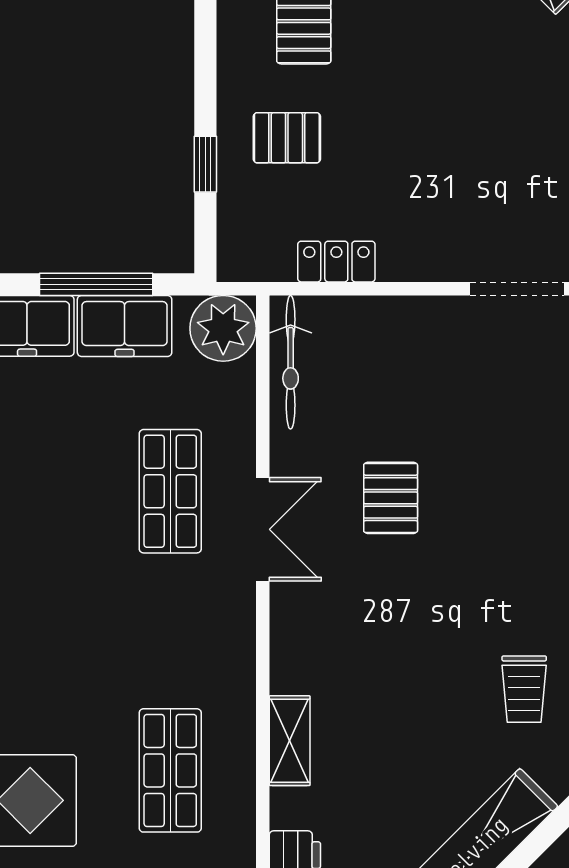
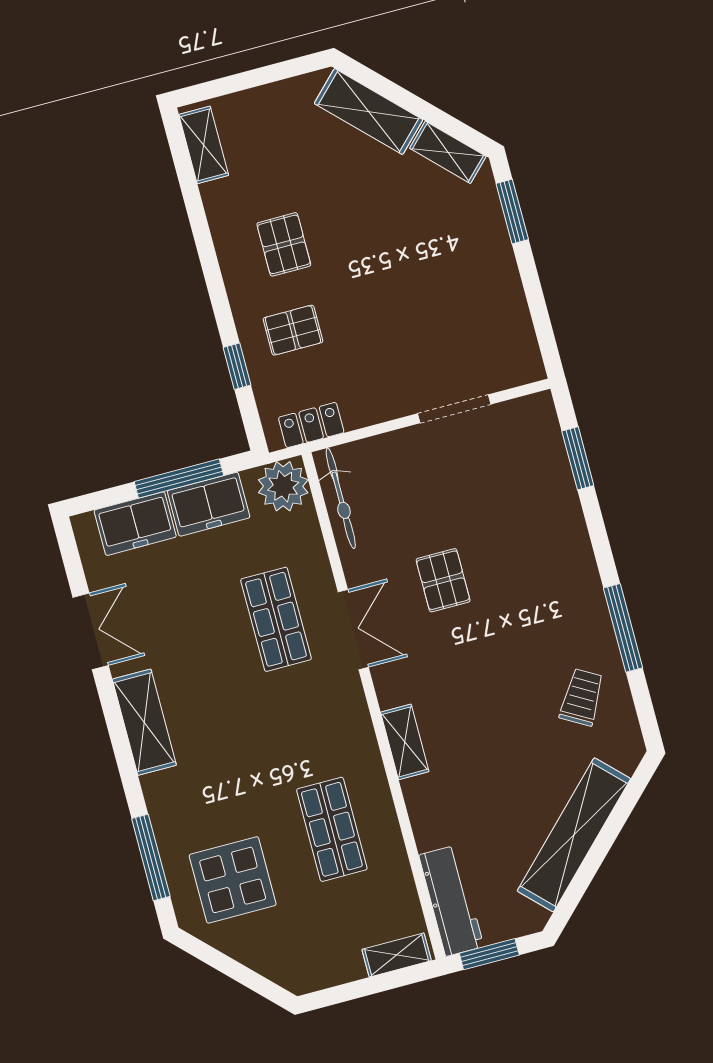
locker: (336, 262) -> (311, 425), moved
doorway: (517, 289) -> (454, 409), moved
trolley: (524, 689) -> (582, 697), turned -150
shelving: (290, 741) -> (405, 742), moved

